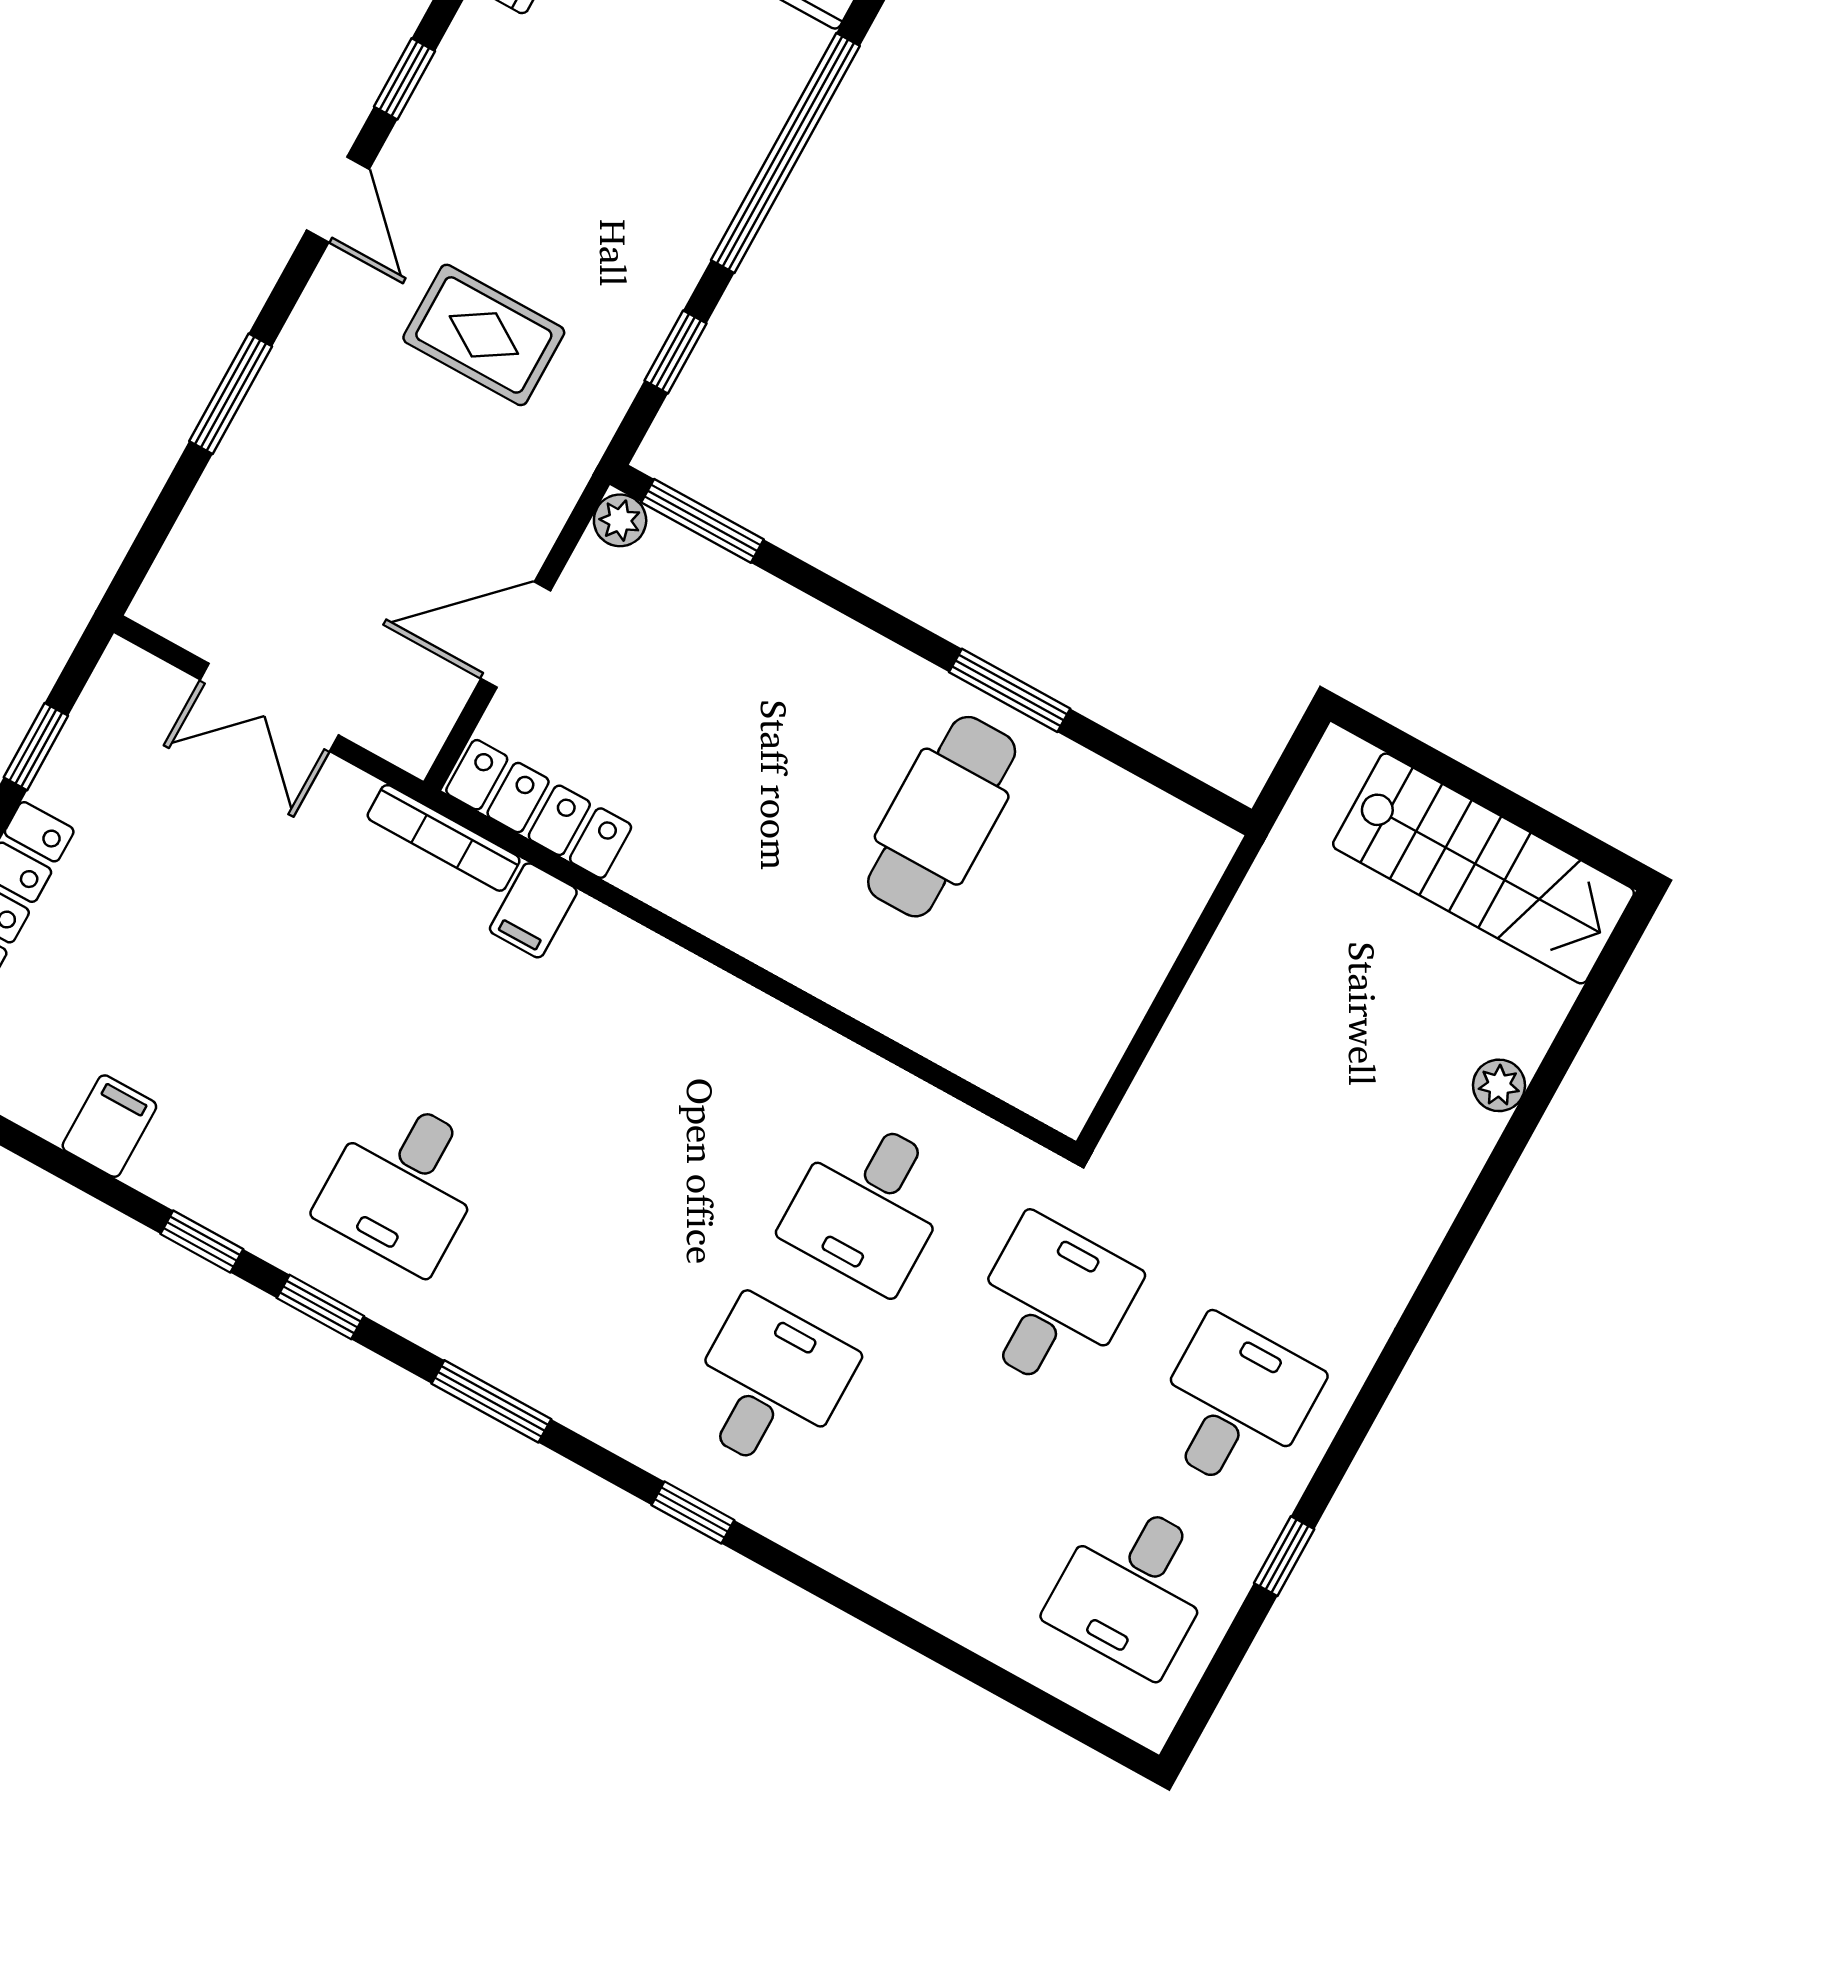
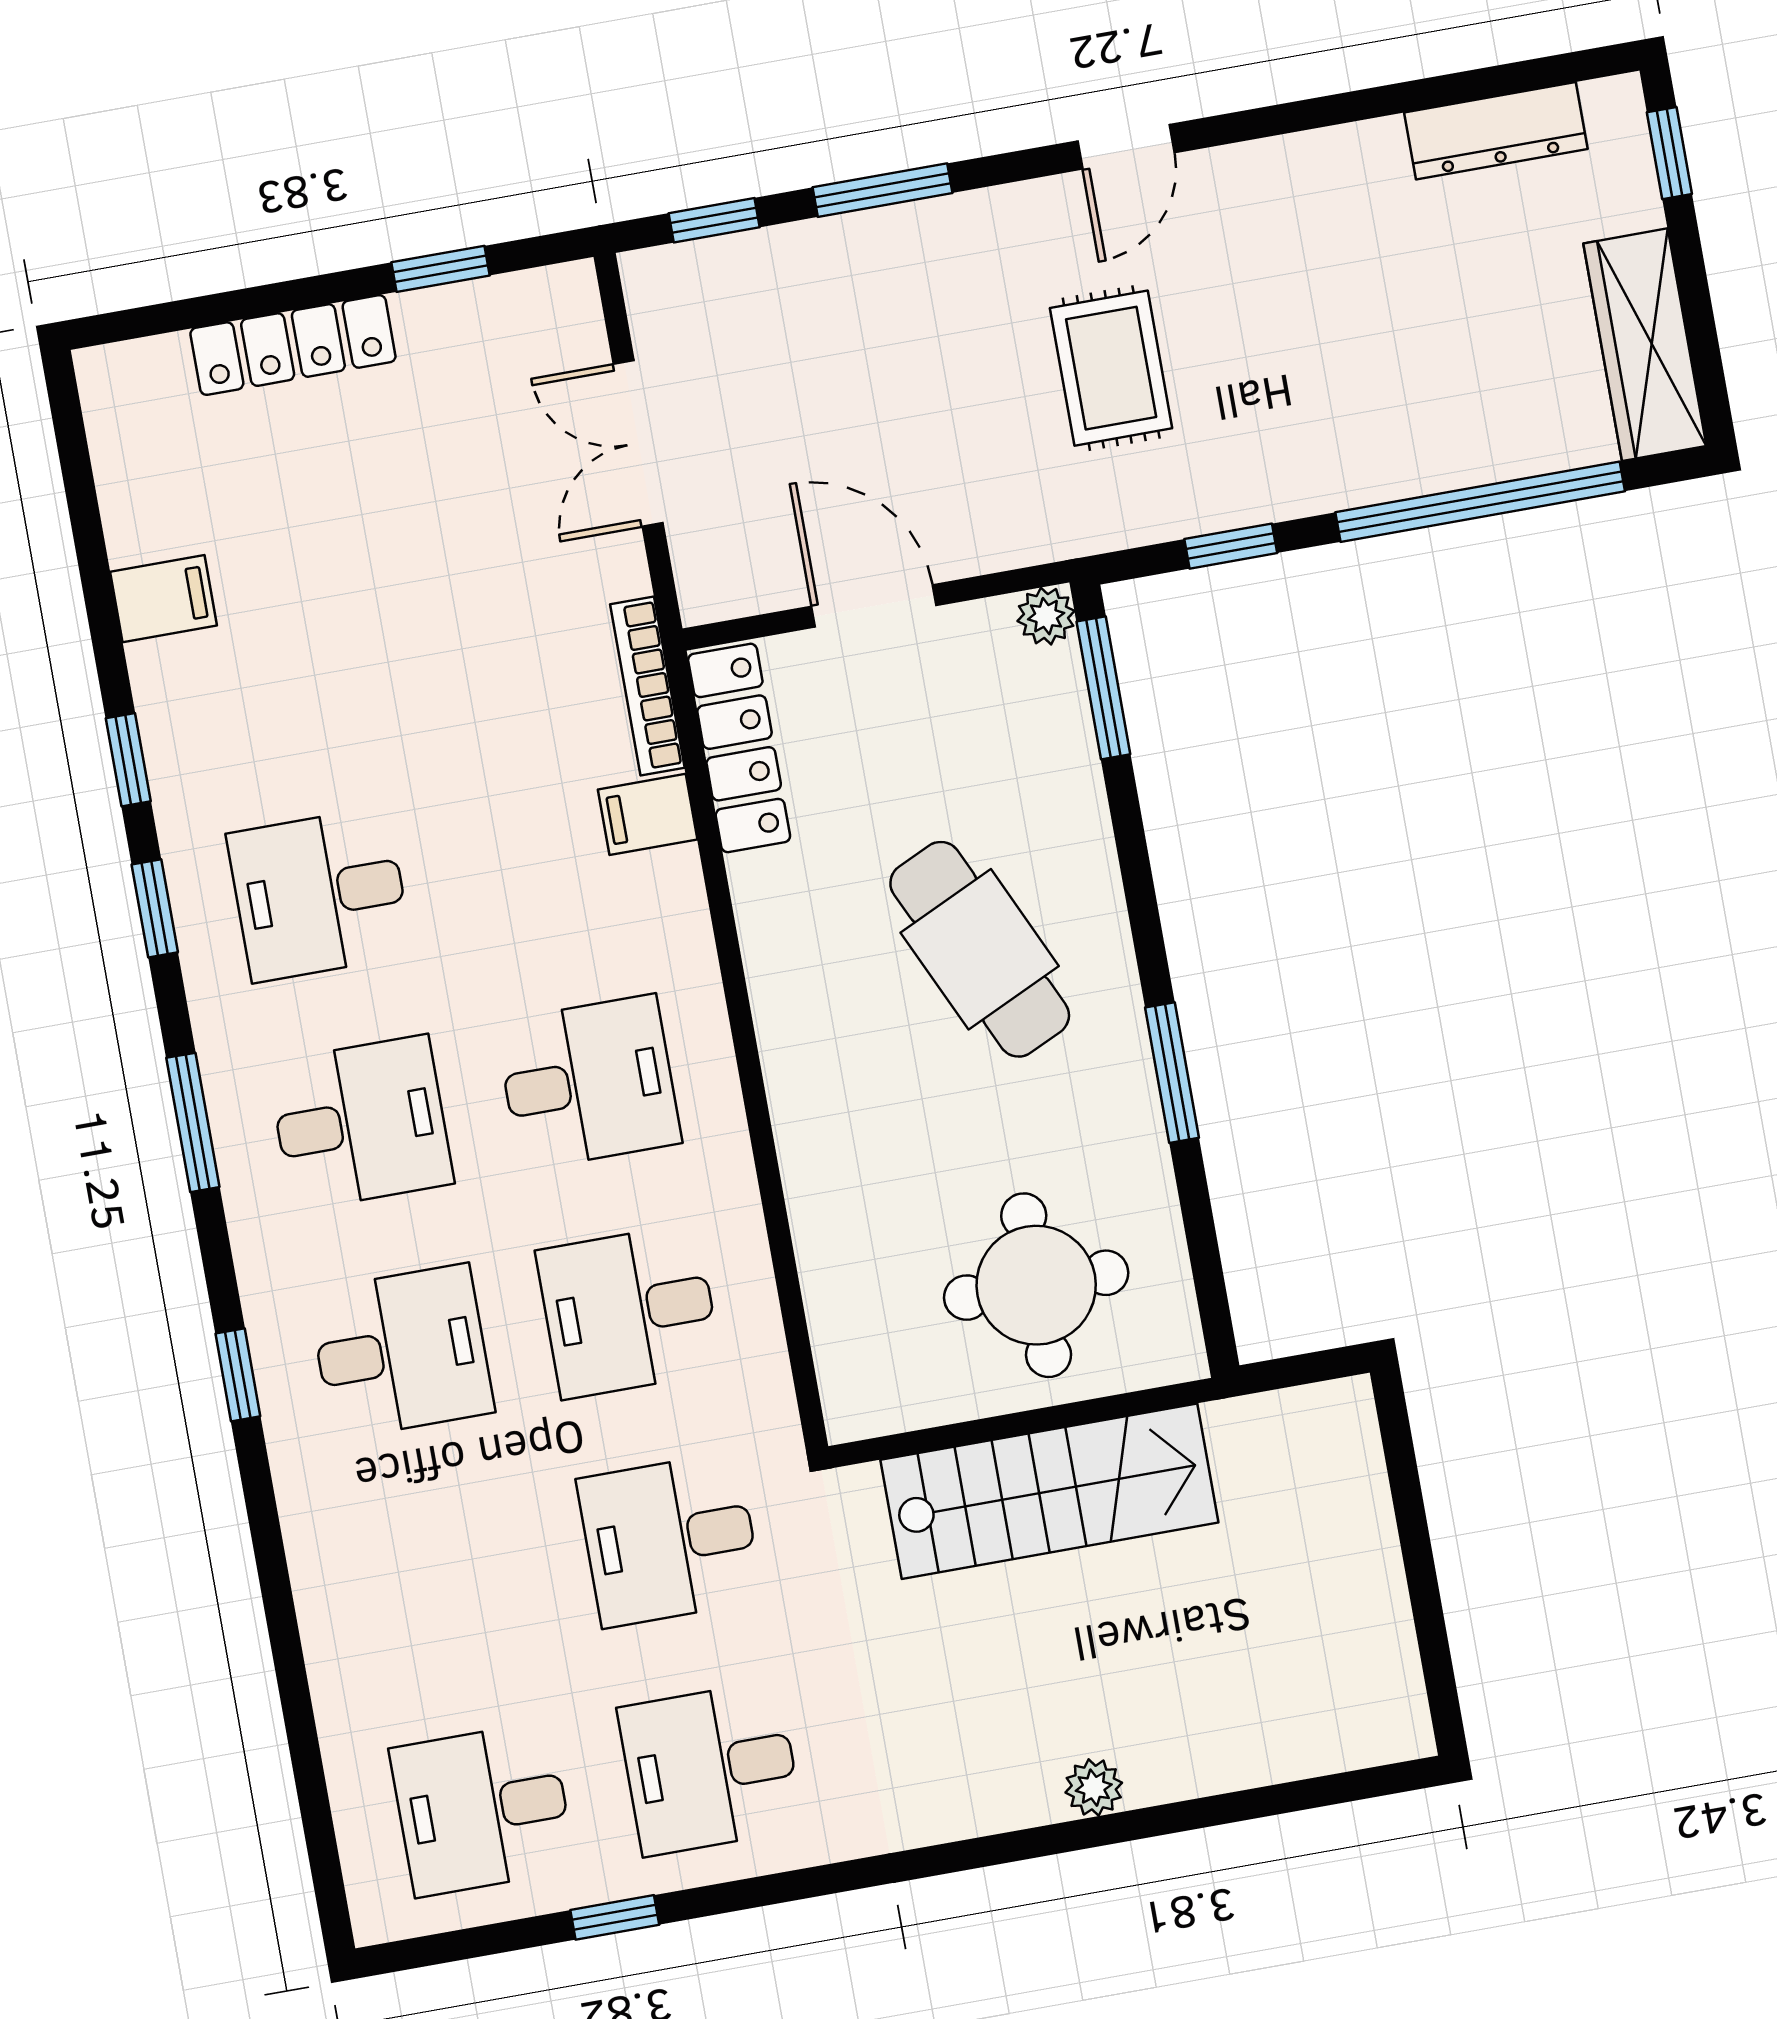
window: (404, 79) -> (714, 220), moved
cafe table: (942, 817) -> (980, 949), moved, turned 65
stairs: (1484, 868) -> (1049, 1491), moved, turned -90
round table: (1081, 905) -> (1036, 1285), added
plant: (1499, 1085) -> (1094, 1788), moved
desk: (687, 1103) -> (588, 1082), added
desk: (586, 1285) -> (360, 1123), added
desk: (1052, 1304) -> (670, 1540), turned 180
desk: (1234, 1405) -> (710, 1768), turned 180

